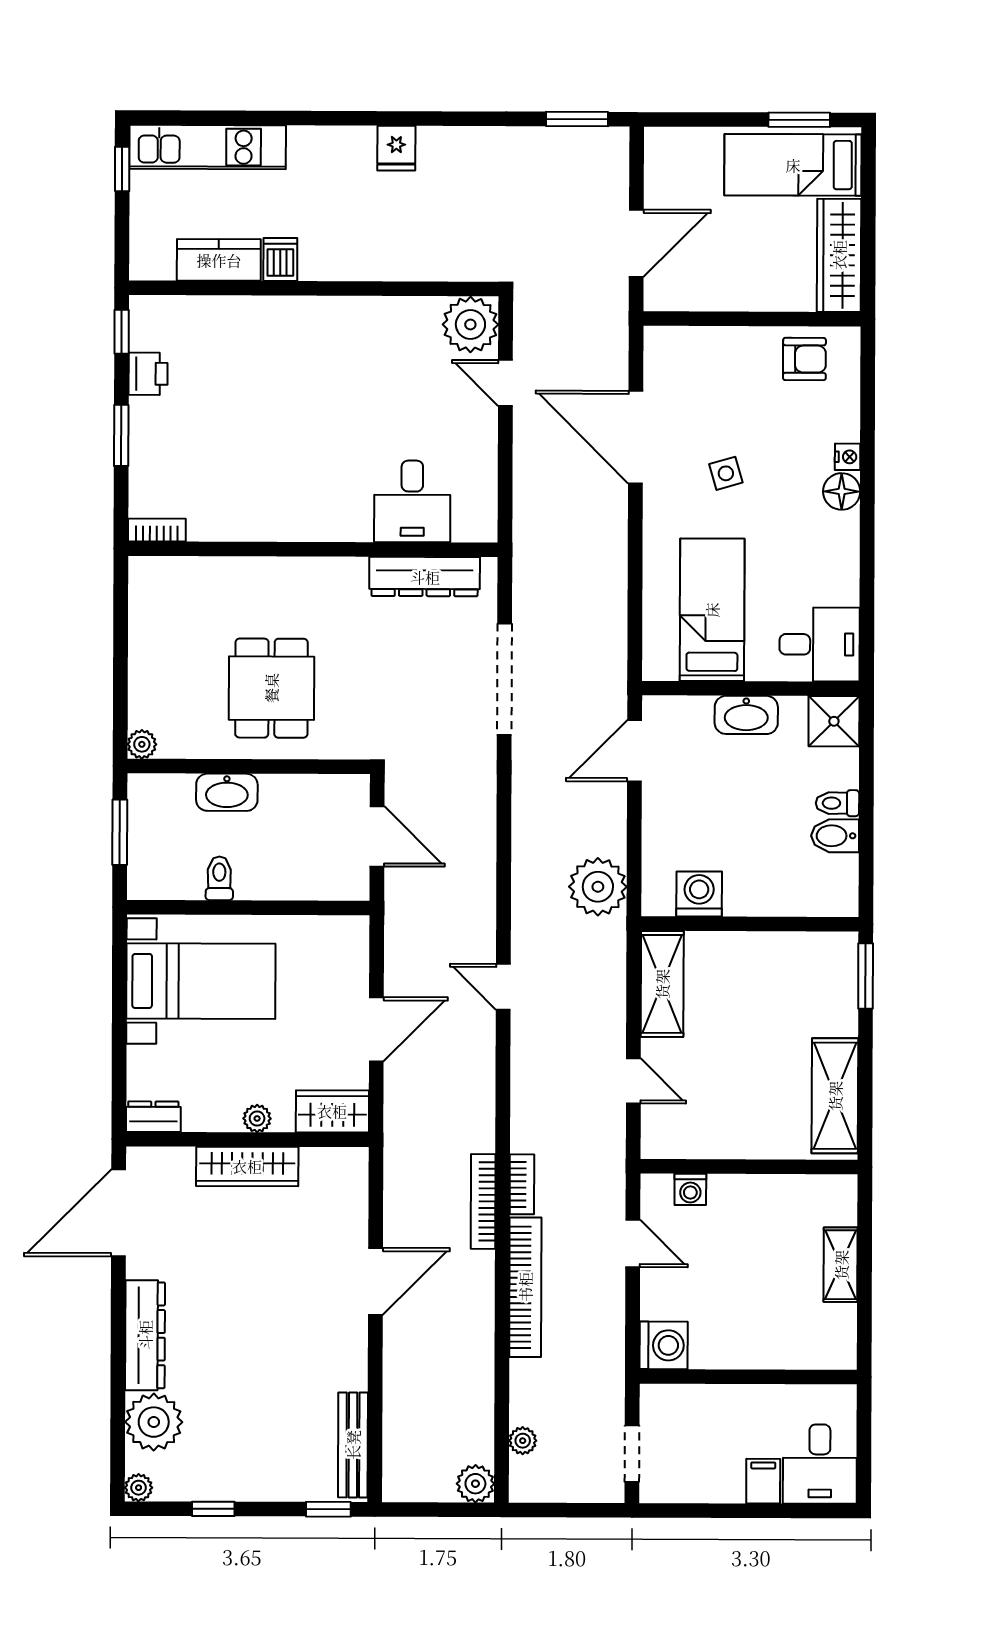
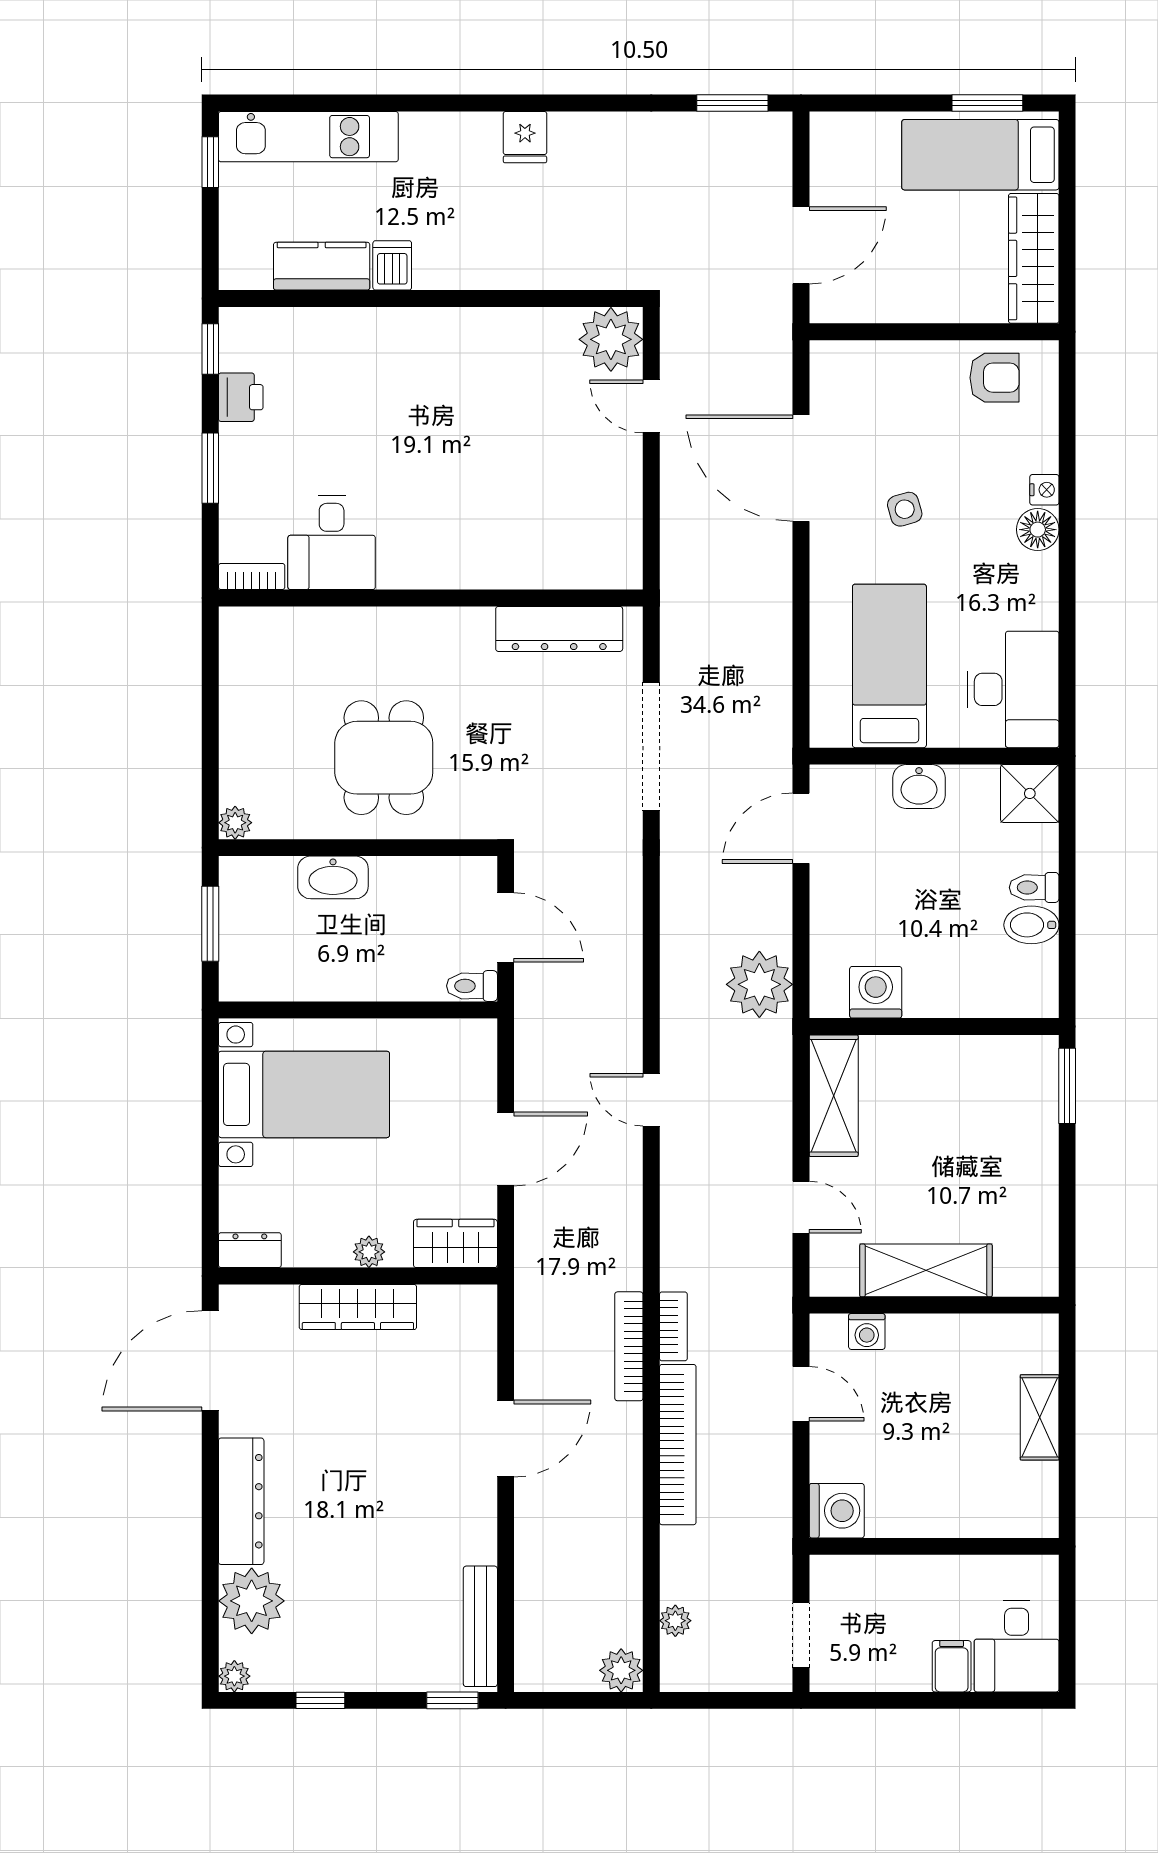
desk: (412, 501) -> (332, 543), moved
desk: (820, 644) -> (1013, 689), width x1.37
washbasin: (746, 715) -> (919, 787), width x0.72
toilet: (219, 878) -> (472, 986), moved, turned -90
shelving: (835, 1096) -> (926, 1270), moved, turned 90

